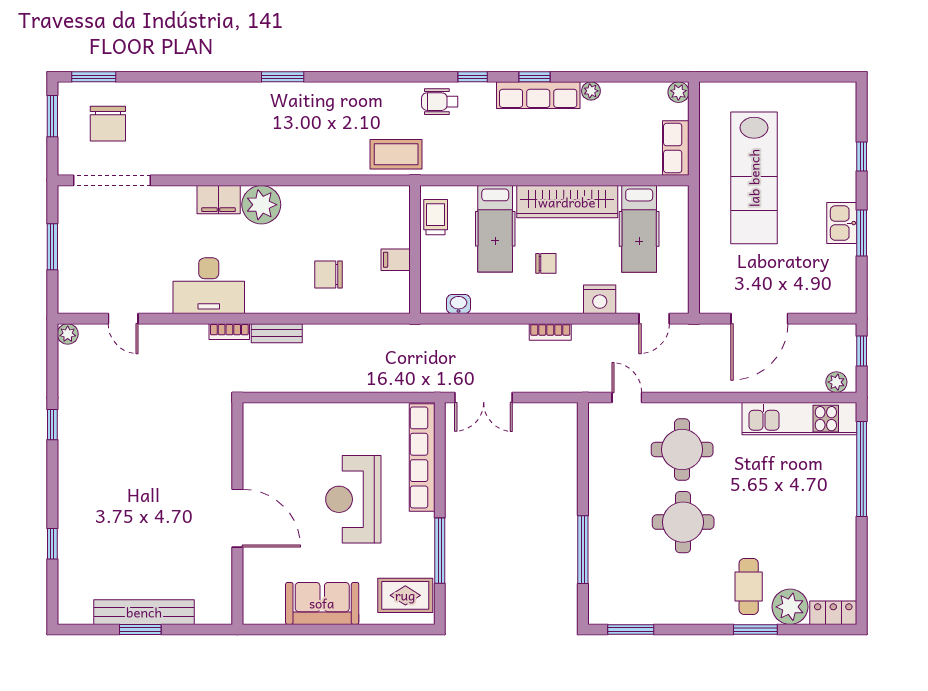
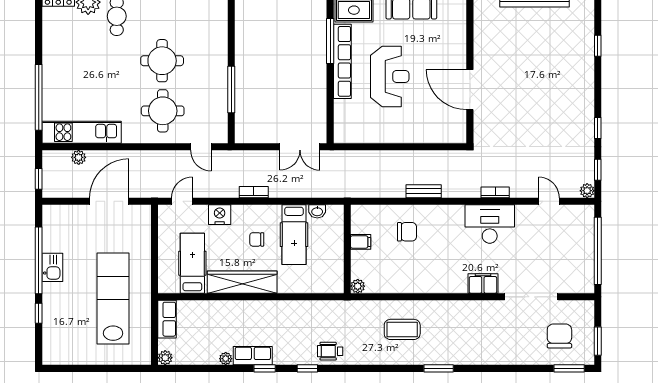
row of seats: (538, 95) -> (253, 356), width x0.68
wheelchair: (440, 102) -> (330, 351), turned 180
coffee table: (396, 154) -> (402, 329), moved
doorway: (112, 180) -> (531, 297), moved
plant: (261, 205) -> (358, 286), moved, width x0.53, depth x0.53
trolley: (436, 217) -> (333, 271), removed
hospital bed: (495, 229) -> (294, 235), moved, turned 180
window: (862, 233) -> (39, 260), width x2.11
window: (52, 247) -> (598, 251), width x2.11
bookcase: (229, 332) -> (495, 192), moved
bench: (277, 333) -> (424, 191), moved
window: (52, 364) -> (598, 170), added
plant: (836, 382) -> (79, 157), moved
double door: (484, 398) -> (300, 147), swing flipped
row of seats: (422, 457) -> (342, 61), moved
door: (237, 518) -> (470, 90), moved
window: (583, 550) -> (231, 90), moved

